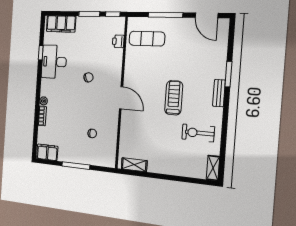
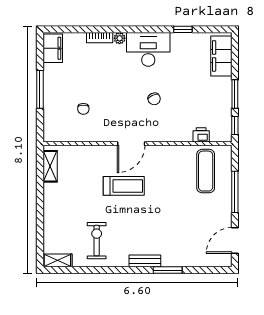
desk: (54, 62) -> (148, 49), moved
treadmill: (174, 98) -> (124, 186), moved

